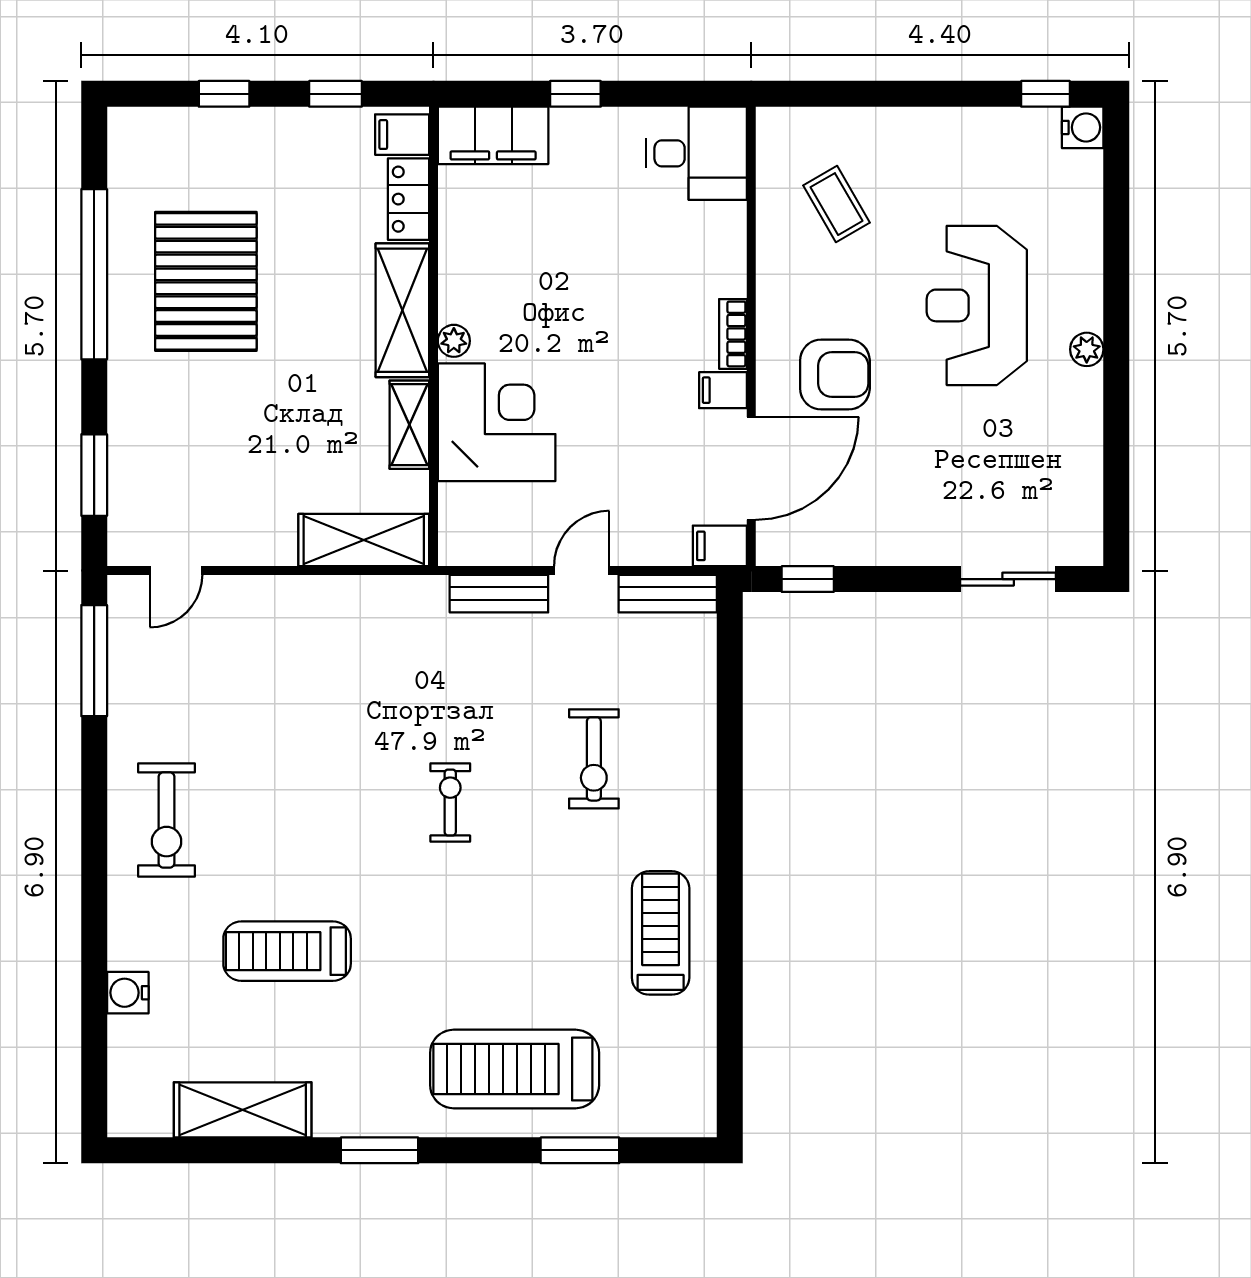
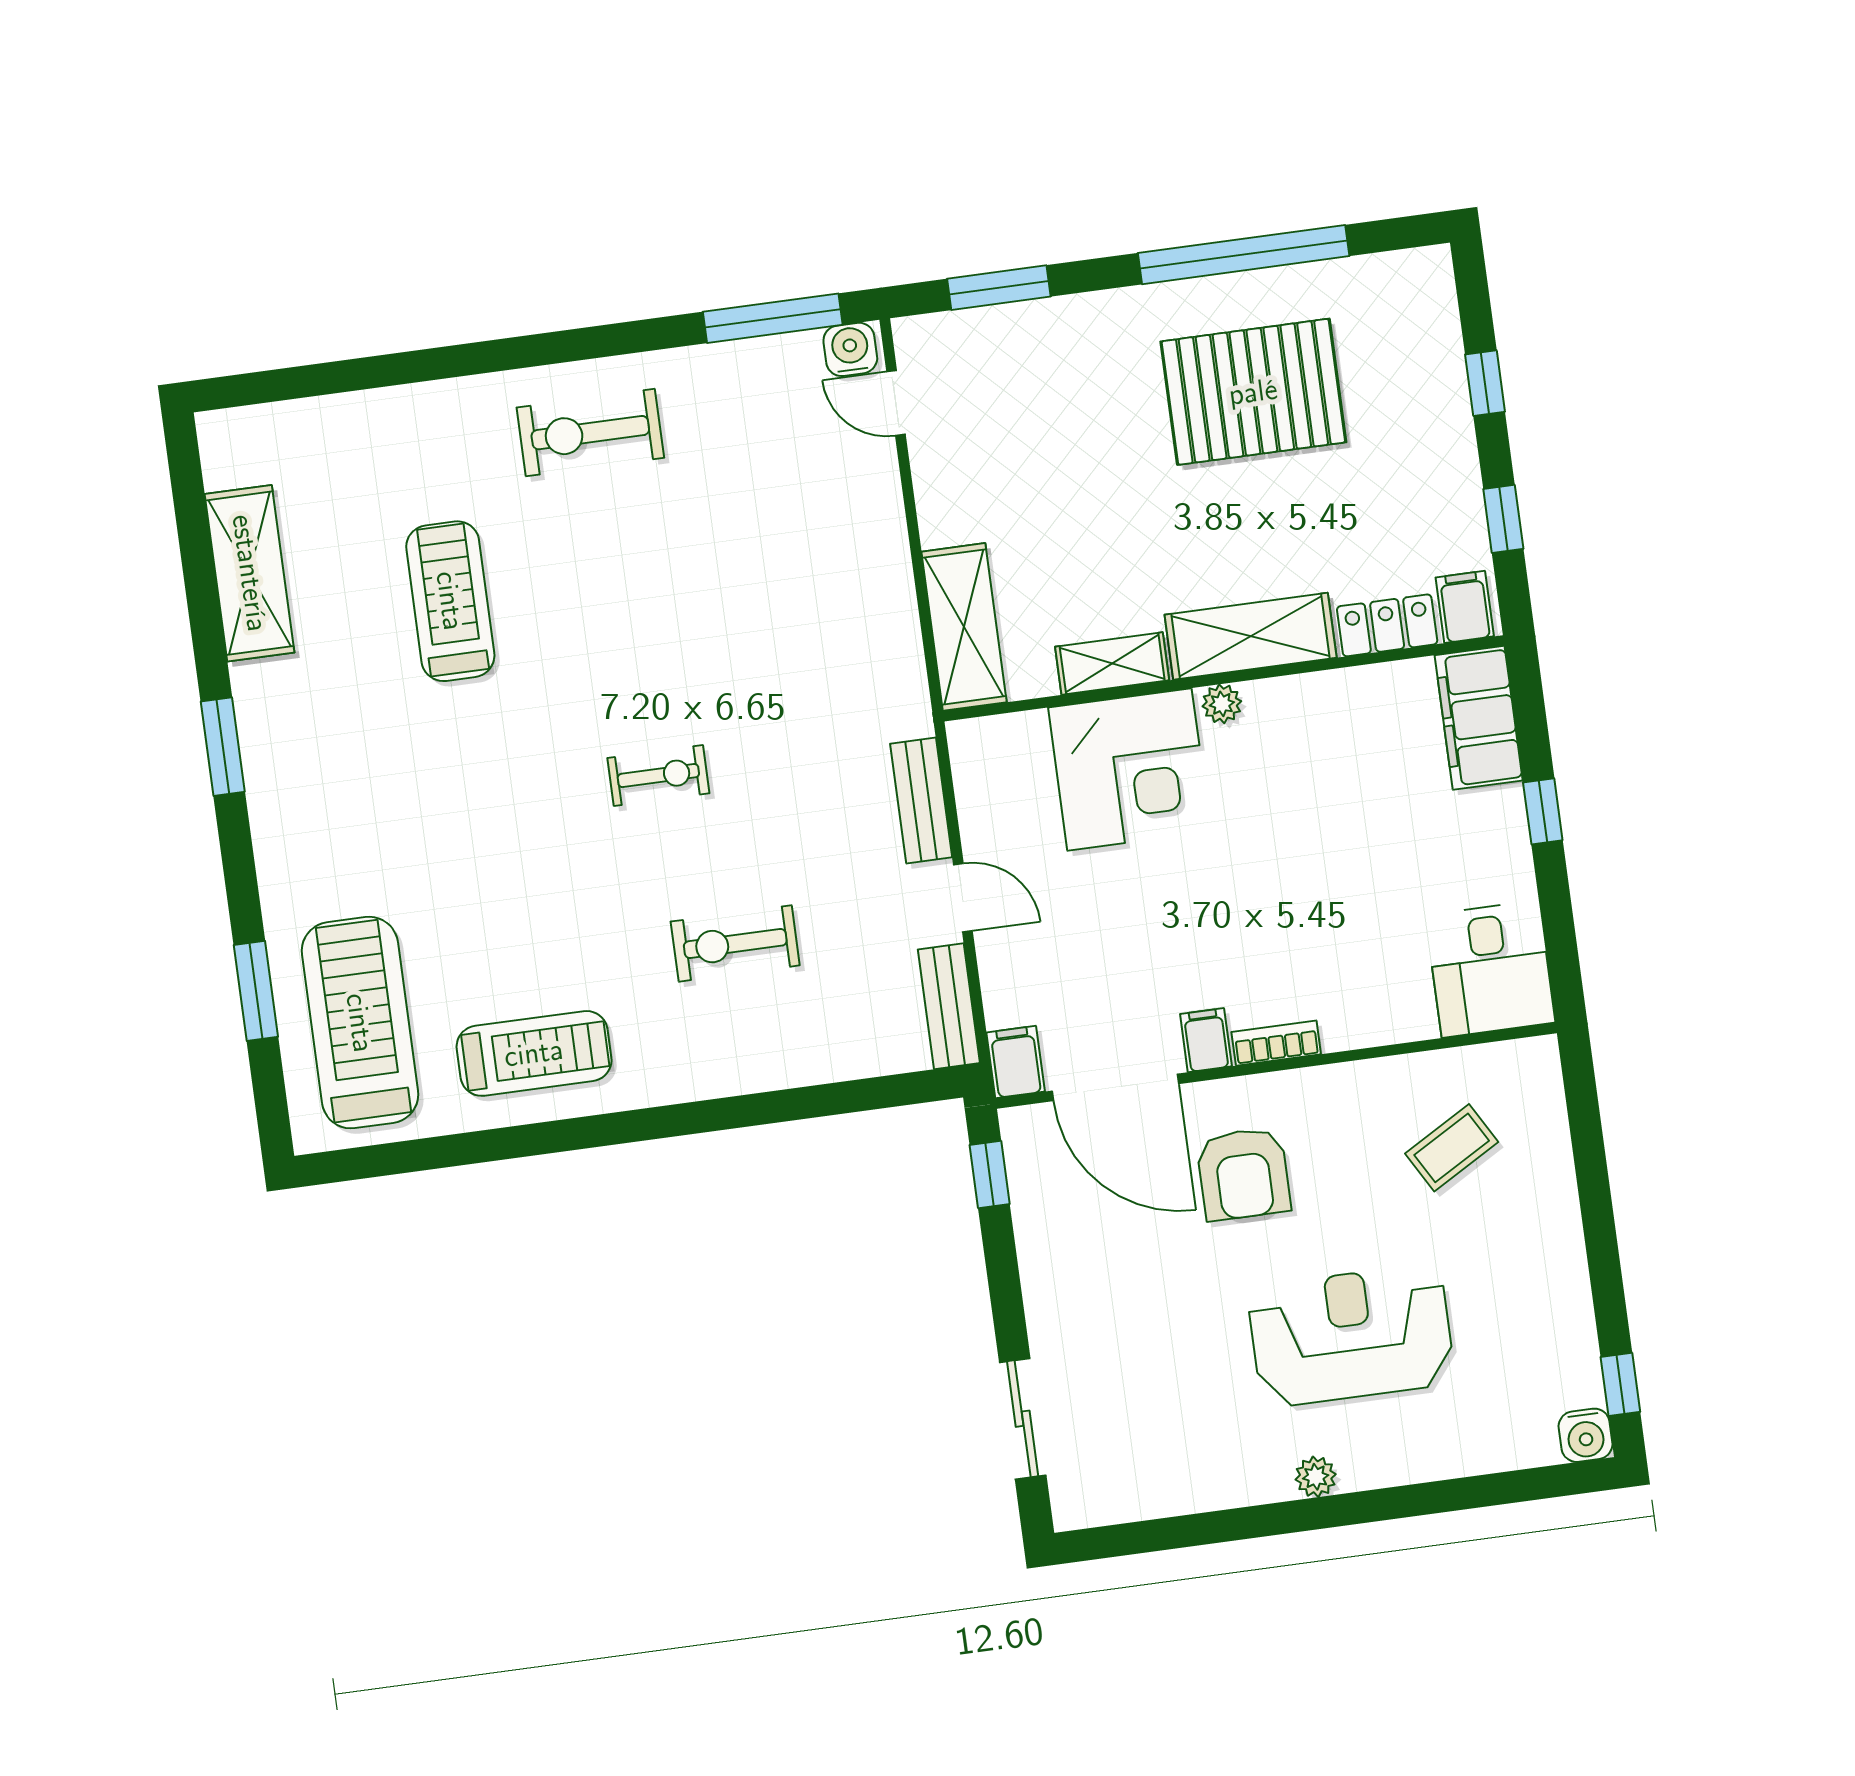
water cooler: (128, 993) -> (850, 349), moved
treadmill: (515, 1069) -> (360, 1023), moved

